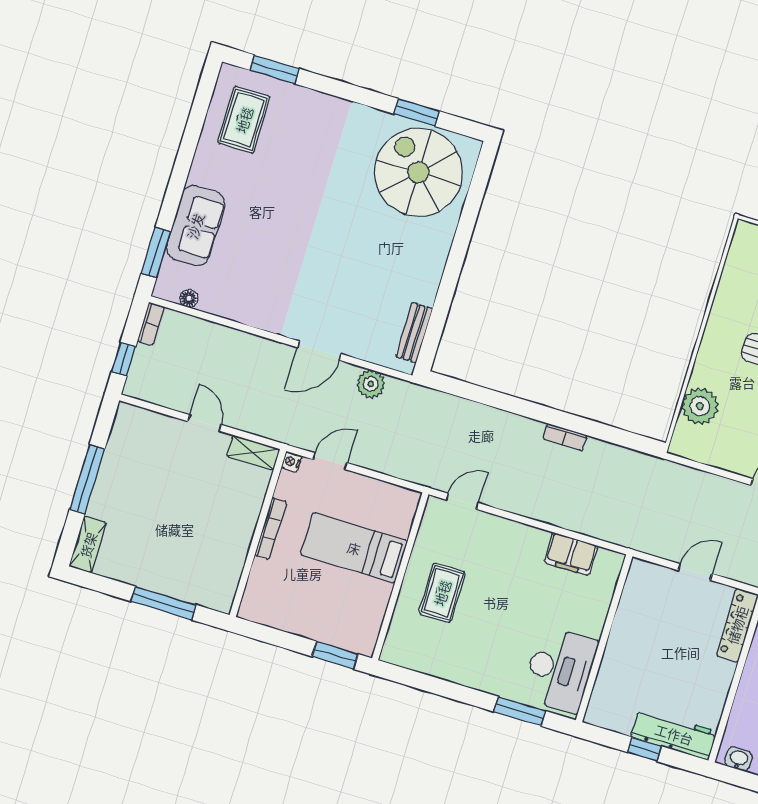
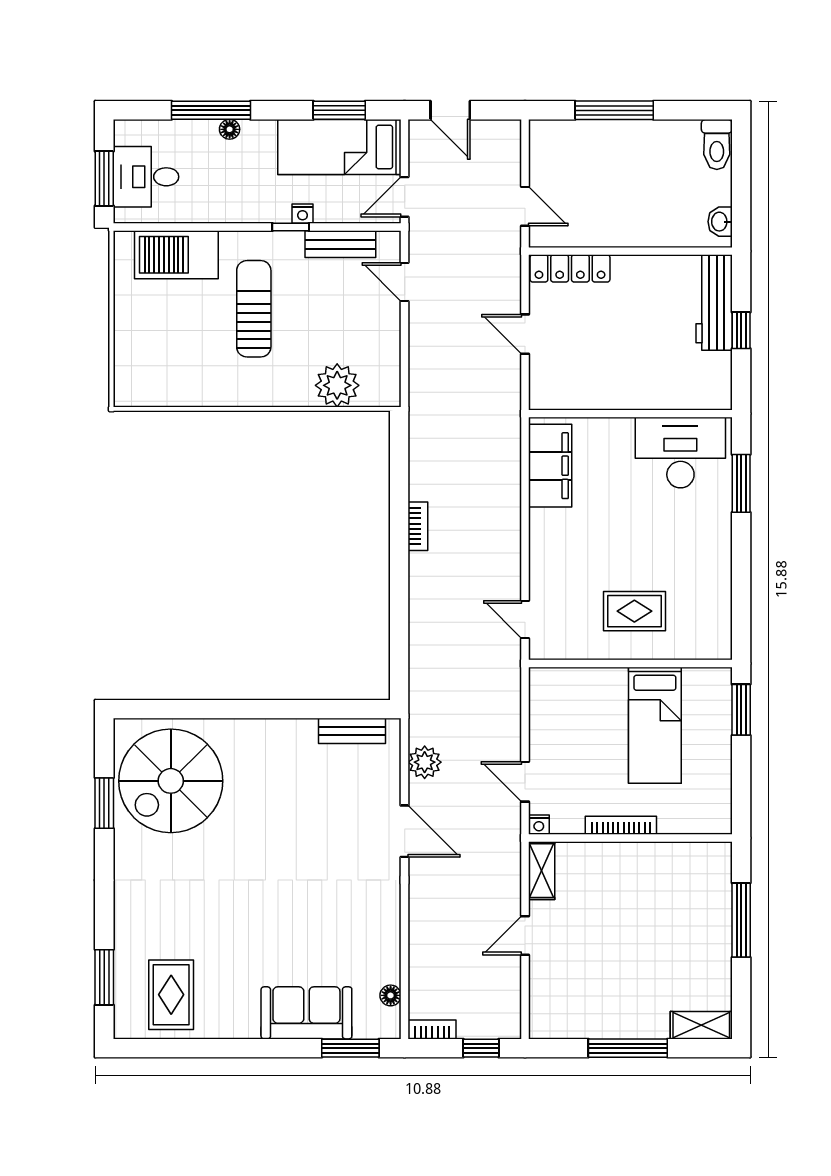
rug: (244, 120) -> (171, 995), turned 90
bed: (354, 548) -> (655, 725), moved
filing cabinet: (571, 554) -> (550, 466), width x1.50, depth x1.17

